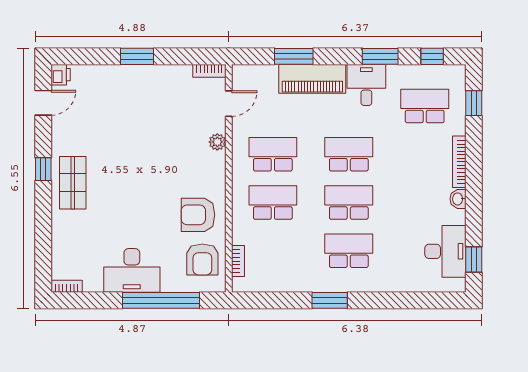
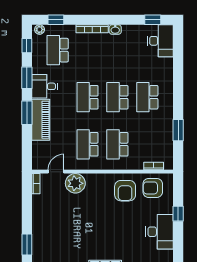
window: (137, 56) -> (27, 244), moved
window: (294, 56) -> (27, 113), moved
plant: (458, 77) -> (40, 29), added
door: (229, 104) -> (56, 172), hinge flipped
plant: (217, 142) -> (75, 183), width x1.88, depth x1.88
desk: (445, 251) -> (160, 41), moved, turned 90
armchair: (202, 259) -> (153, 188), turned 180
window: (161, 300) -> (178, 214), width x0.32
window: (330, 300) -> (178, 130), moved

